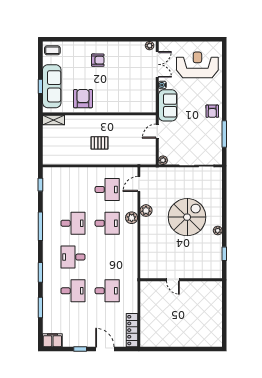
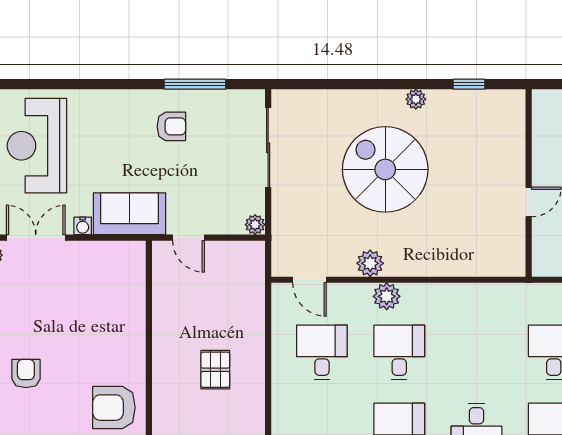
armchair: (212, 111) -> (171, 126), moved

